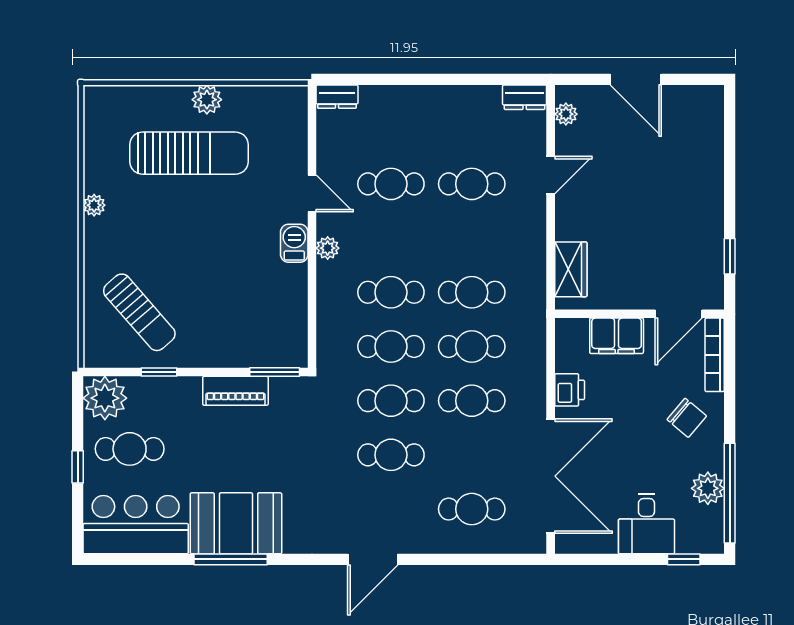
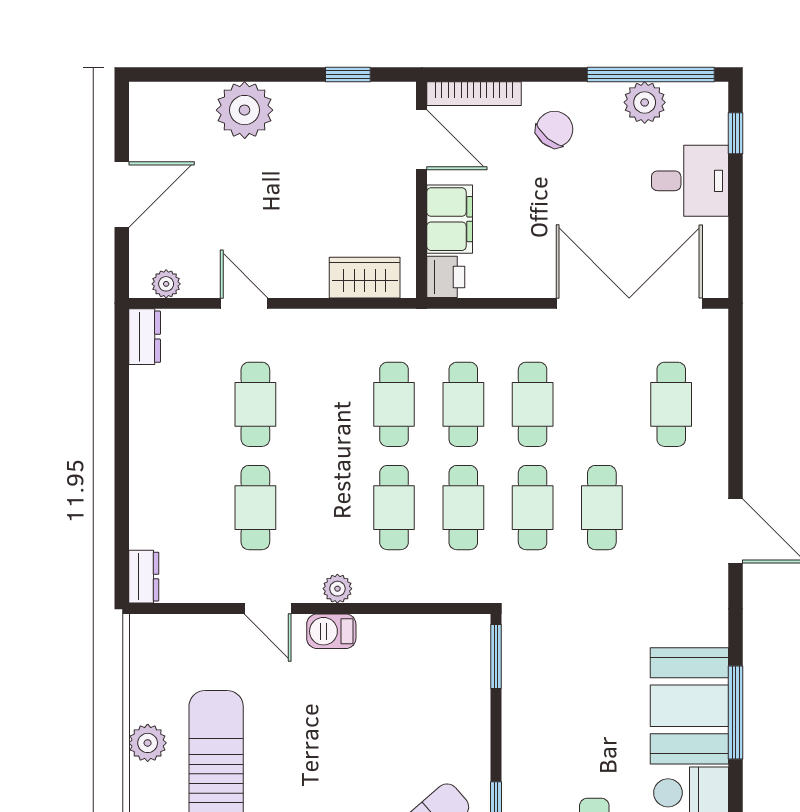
plant: (702, 175) -> (245, 110), added
door: (312, 193) -> (268, 609), swing flipped
printer: (570, 390) -> (446, 277), moved, turned 90
piano: (235, 391) -> (520, 706), removed

